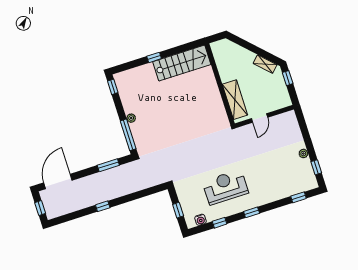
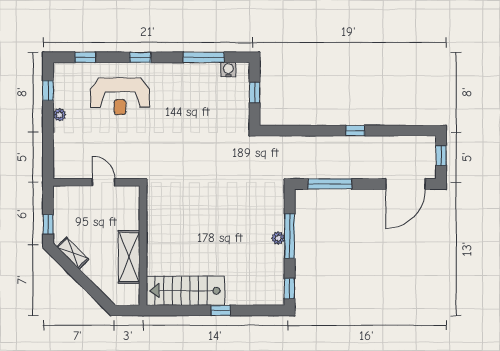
shelving: (235, 100) -> (129, 257), moved
door: (260, 118) -> (104, 182), hinge flipped
window: (128, 135) -> (290, 236), moved
window: (108, 165) -> (330, 184), width x1.44
reception desk: (225, 187) -> (120, 96), moved
window: (252, 212) -> (140, 57), moved
window: (220, 223) -> (204, 57), width x2.17

